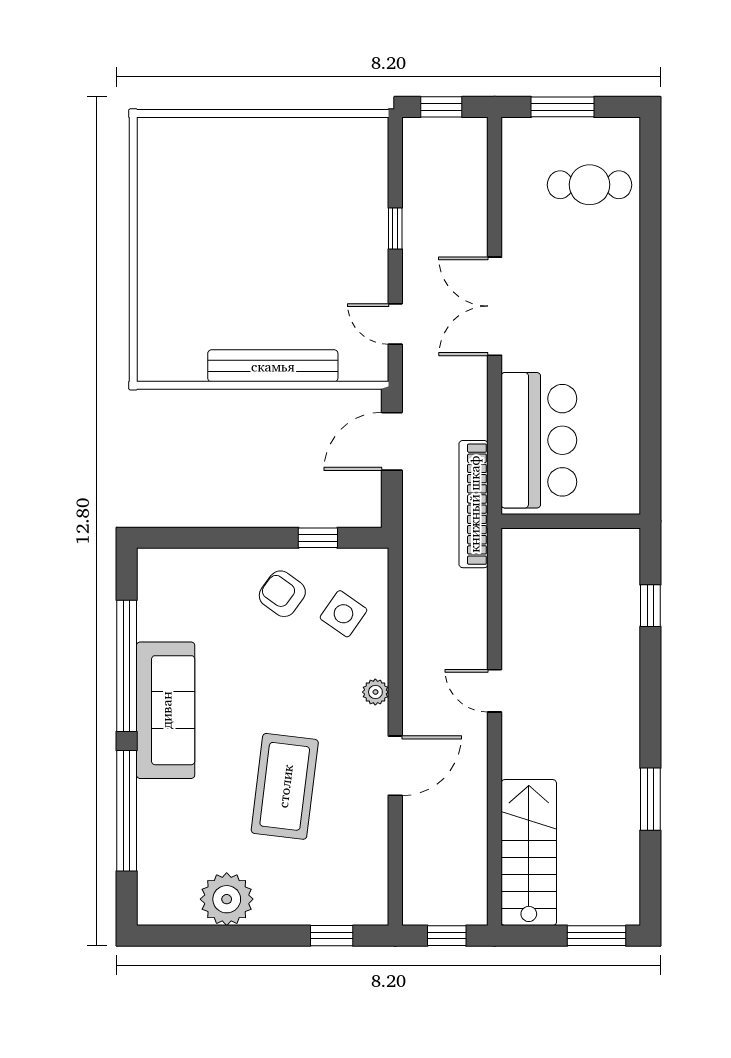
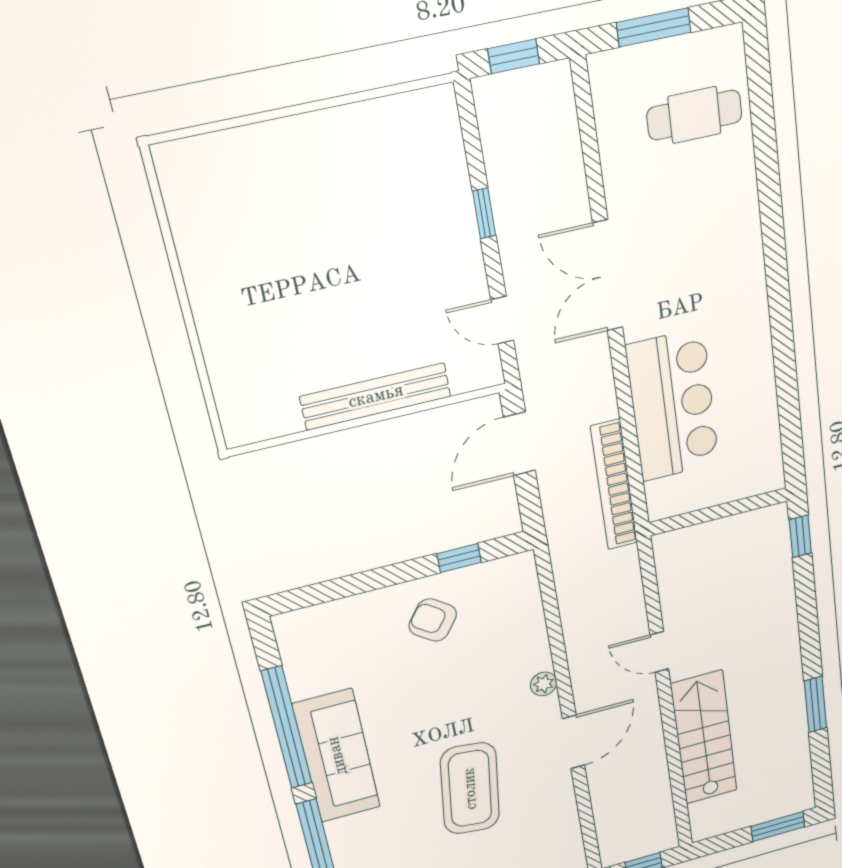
wall: (571, 521) -> (718, 512), moved
side table: (343, 614) -> (499, 622), removed
stairs: (529, 853) -> (704, 738), moved

